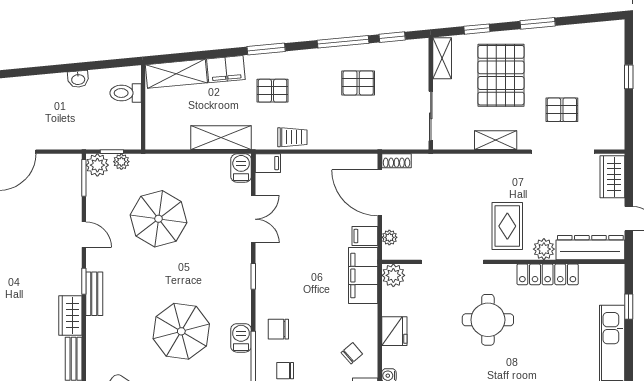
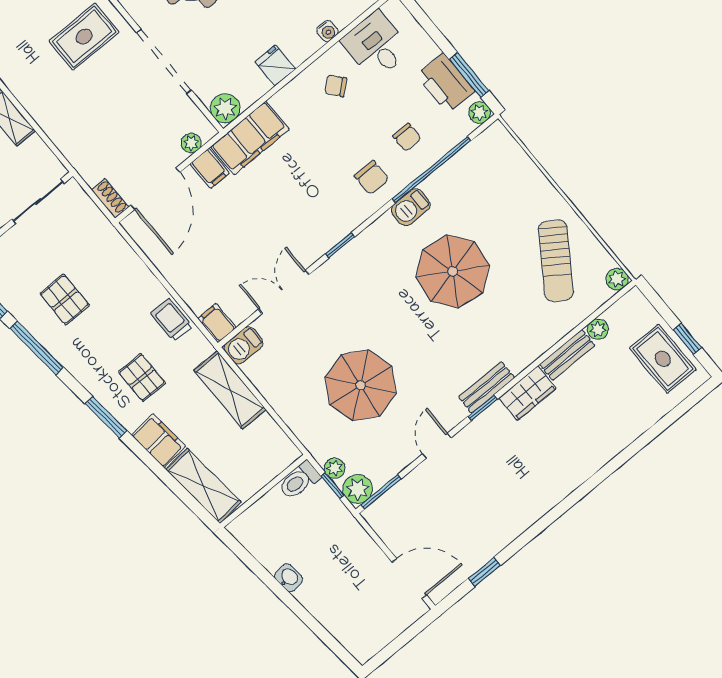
toilet: (126, 93) -> (299, 481), moved, turned 90
fridge: (394, 331) -> (275, 65), width x0.72

